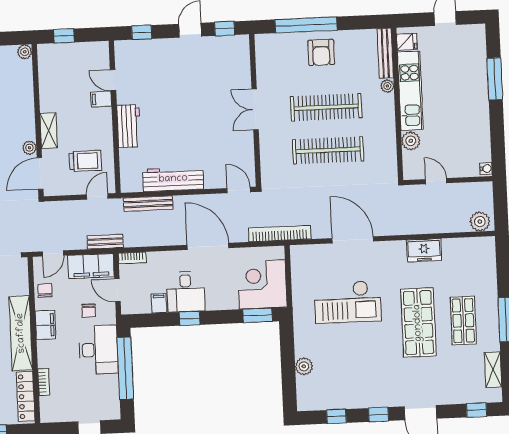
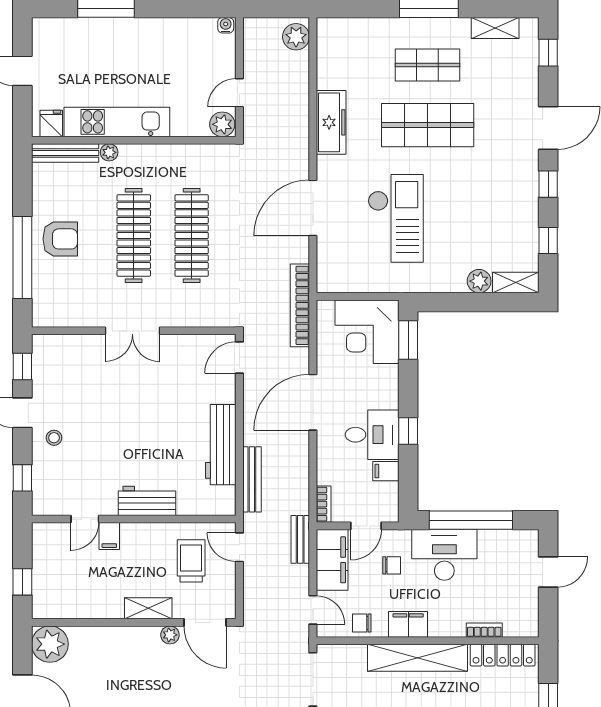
plant: (25, 52) -> (50, 644), width x1.87, depth x1.87
stool: (173, 55) -> (54, 438), added
plant: (411, 141) -> (222, 124), moved
freezer: (424, 250) -> (331, 122), width x1.40
shelving: (304, 394) -> (516, 282), added

